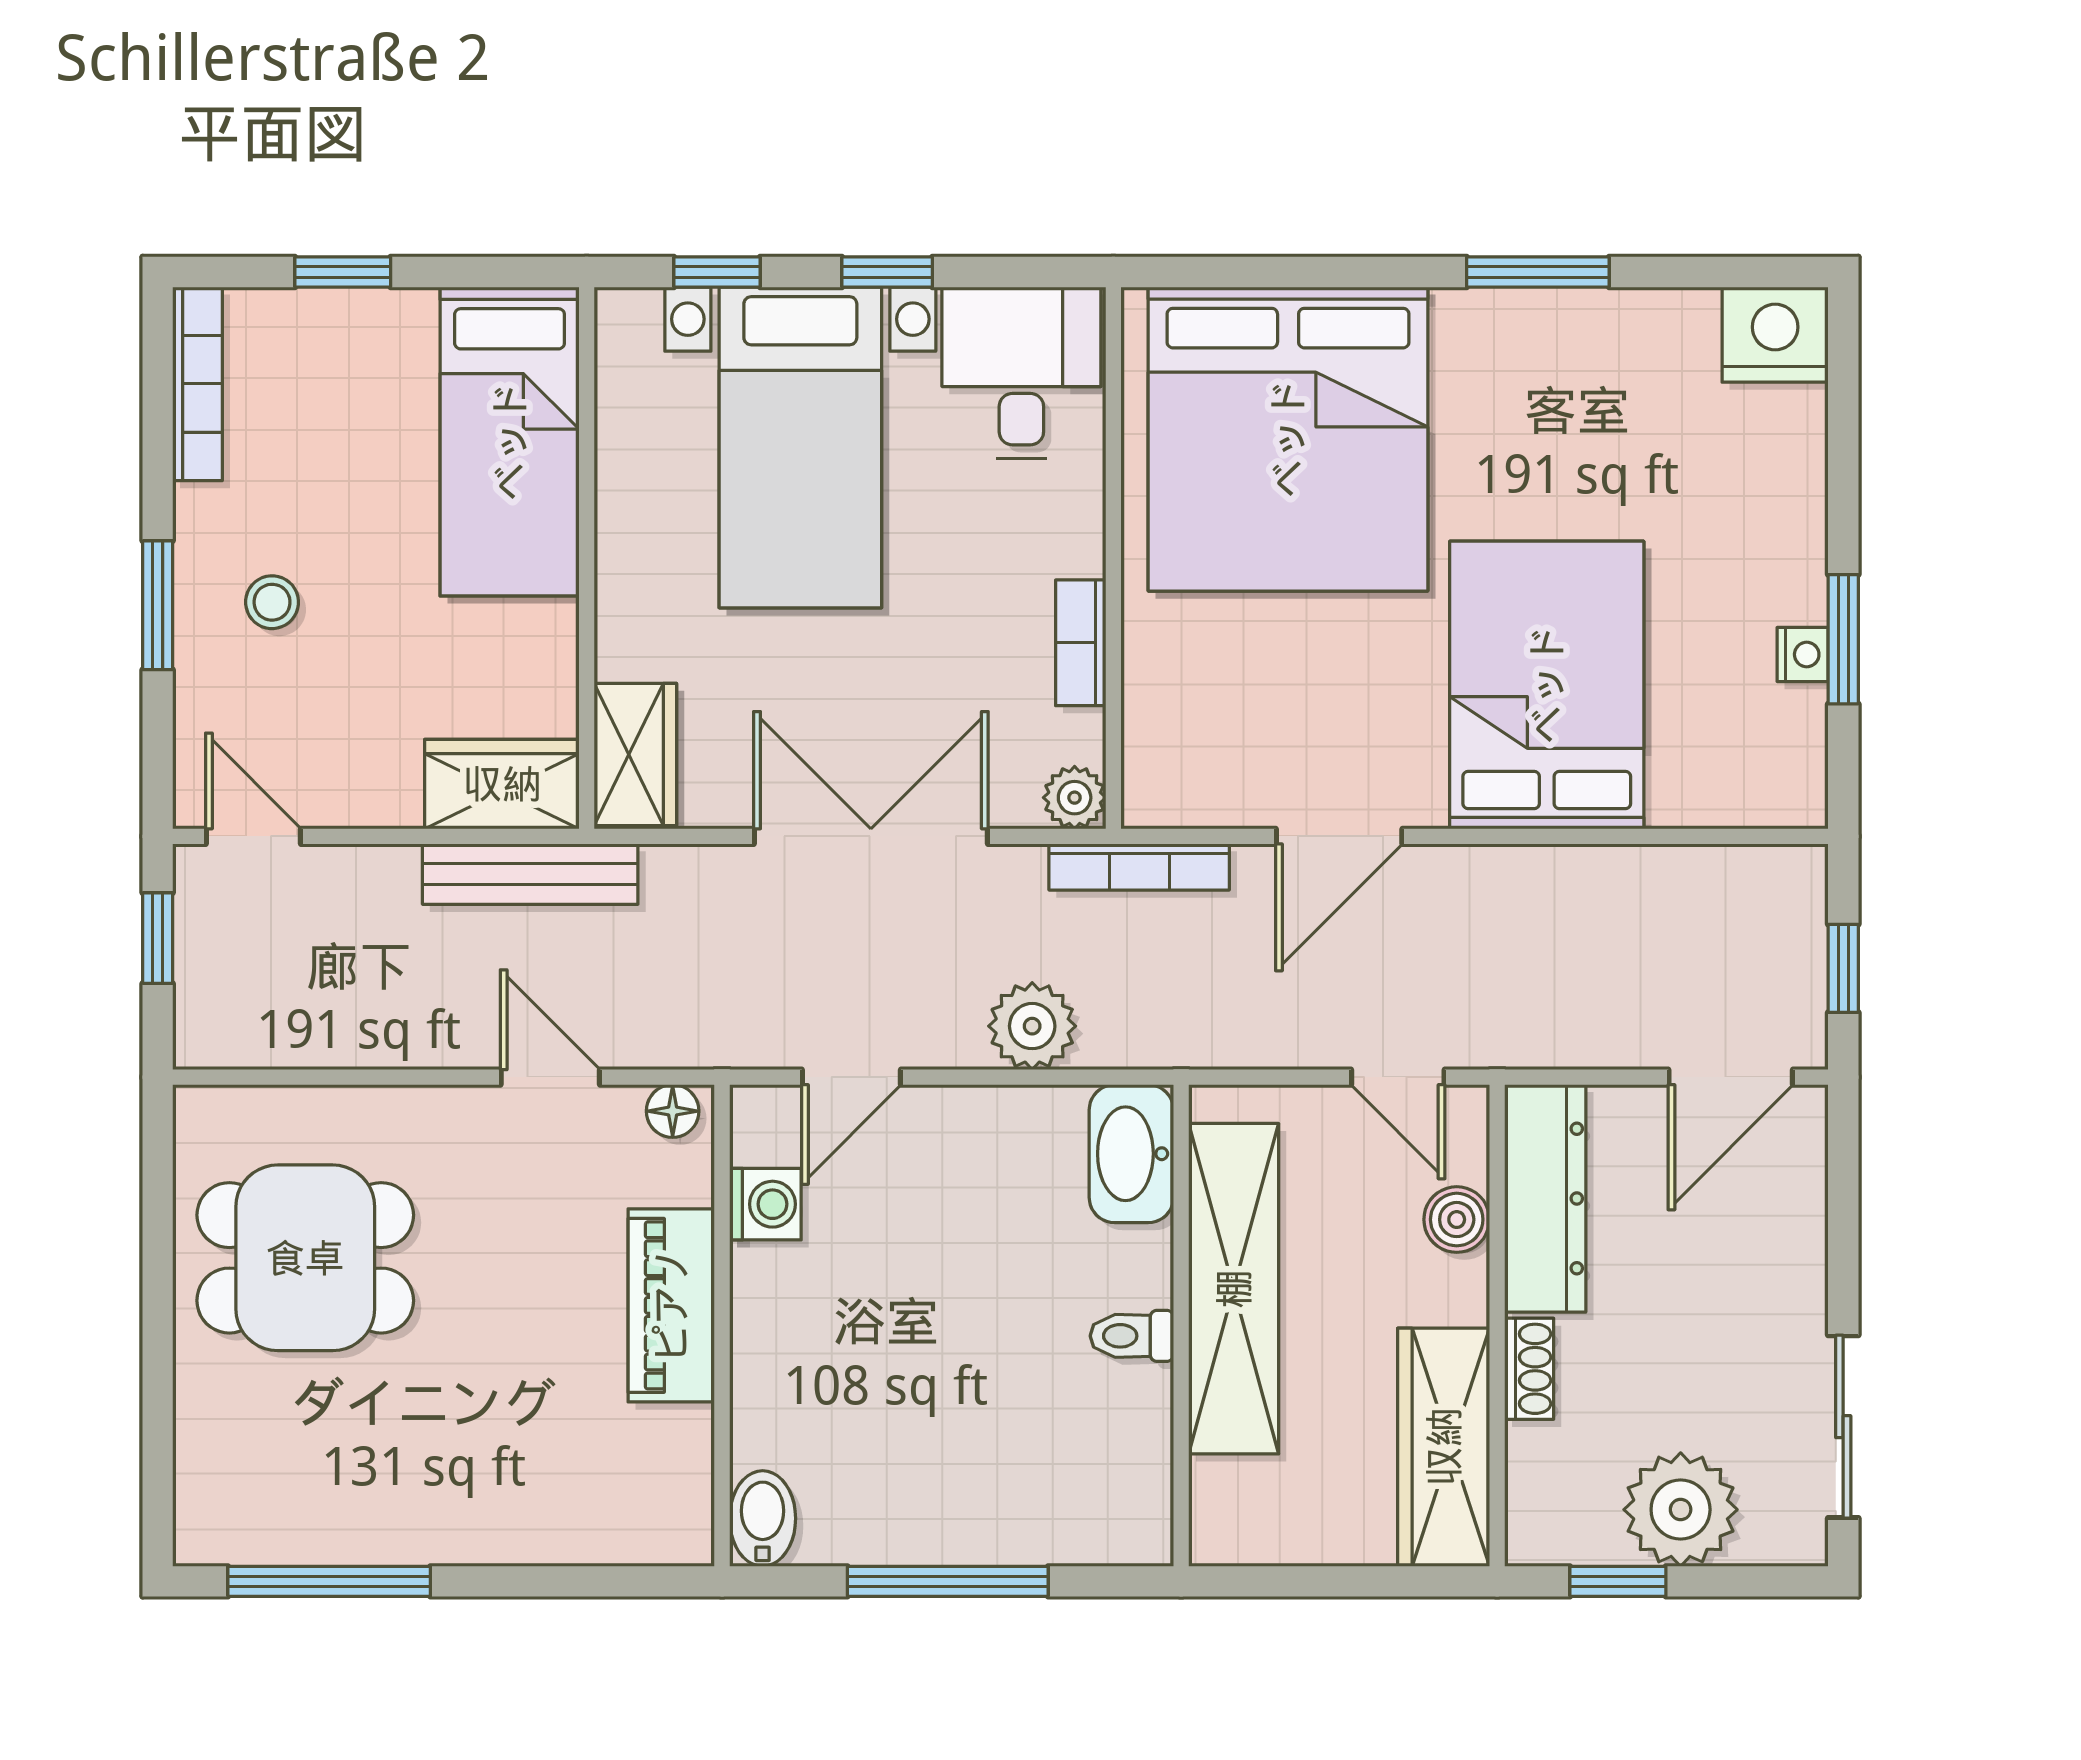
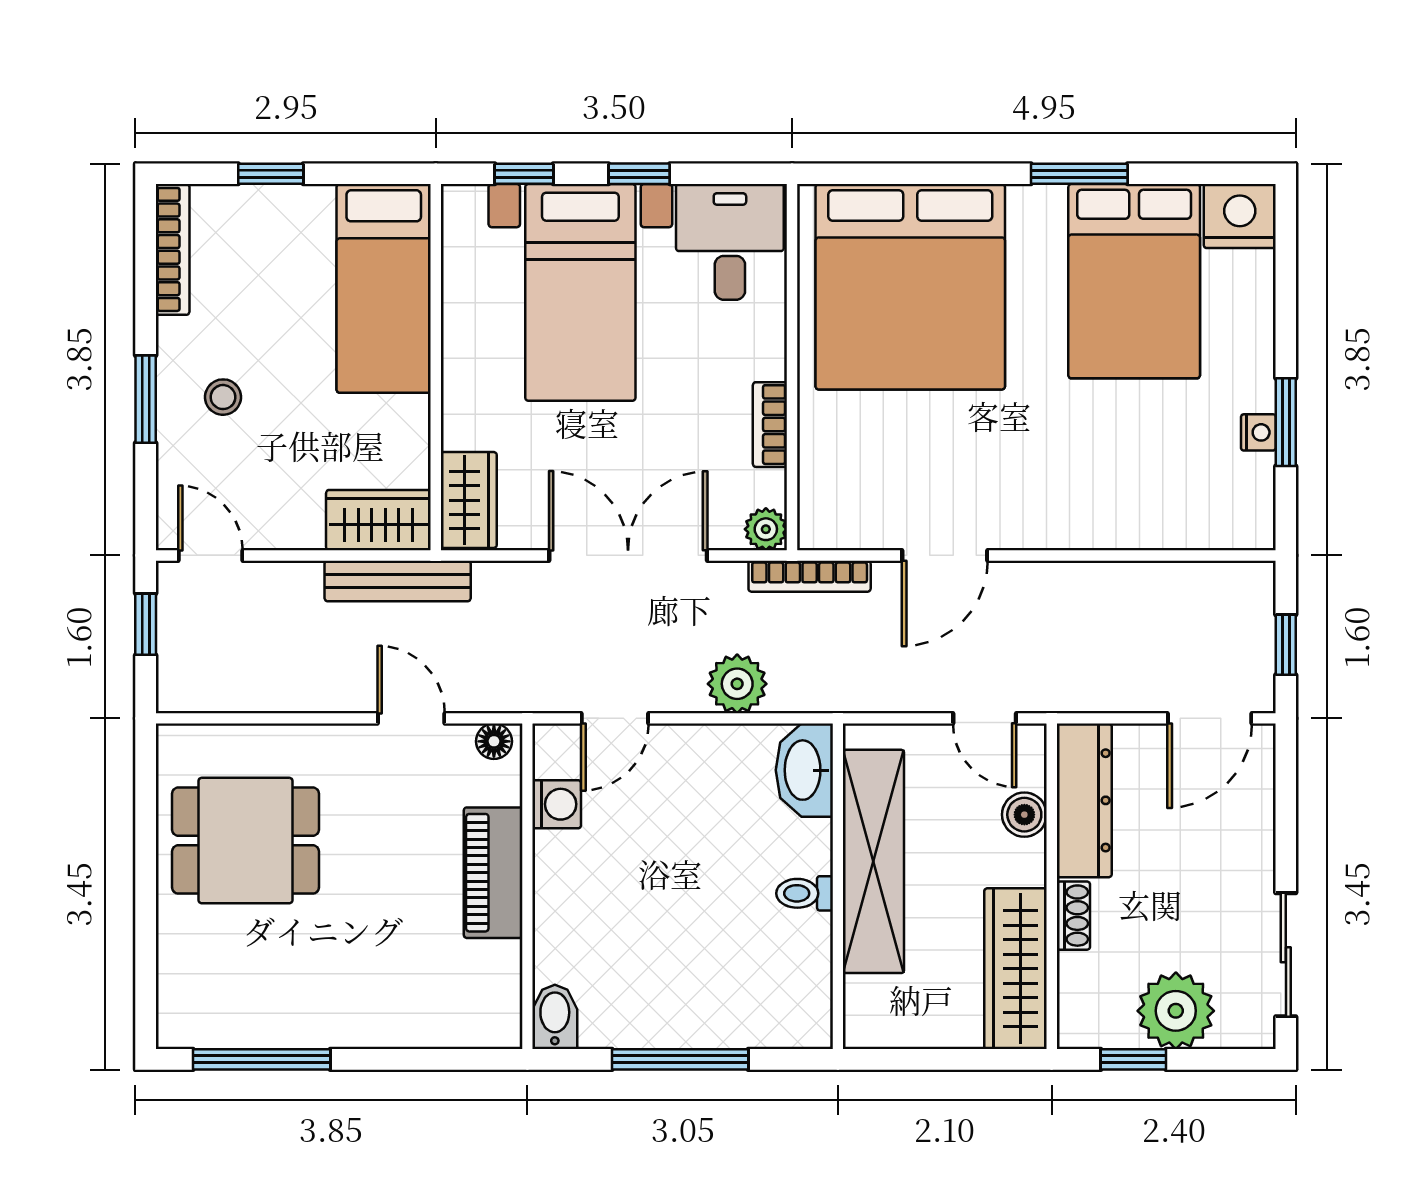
bed: (1547, 685) -> (1134, 281), moved, turned 180

